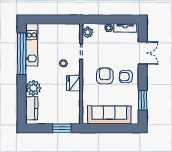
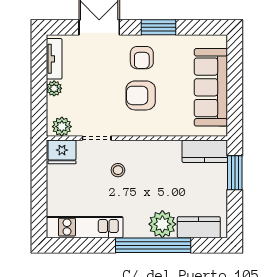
window: (22, 54) -> (153, 245), moved
fridge: (73, 83) -> (62, 152), moved
window: (143, 100) -> (158, 27), moved
kitchen counter: (74, 112) -> (205, 151), added

